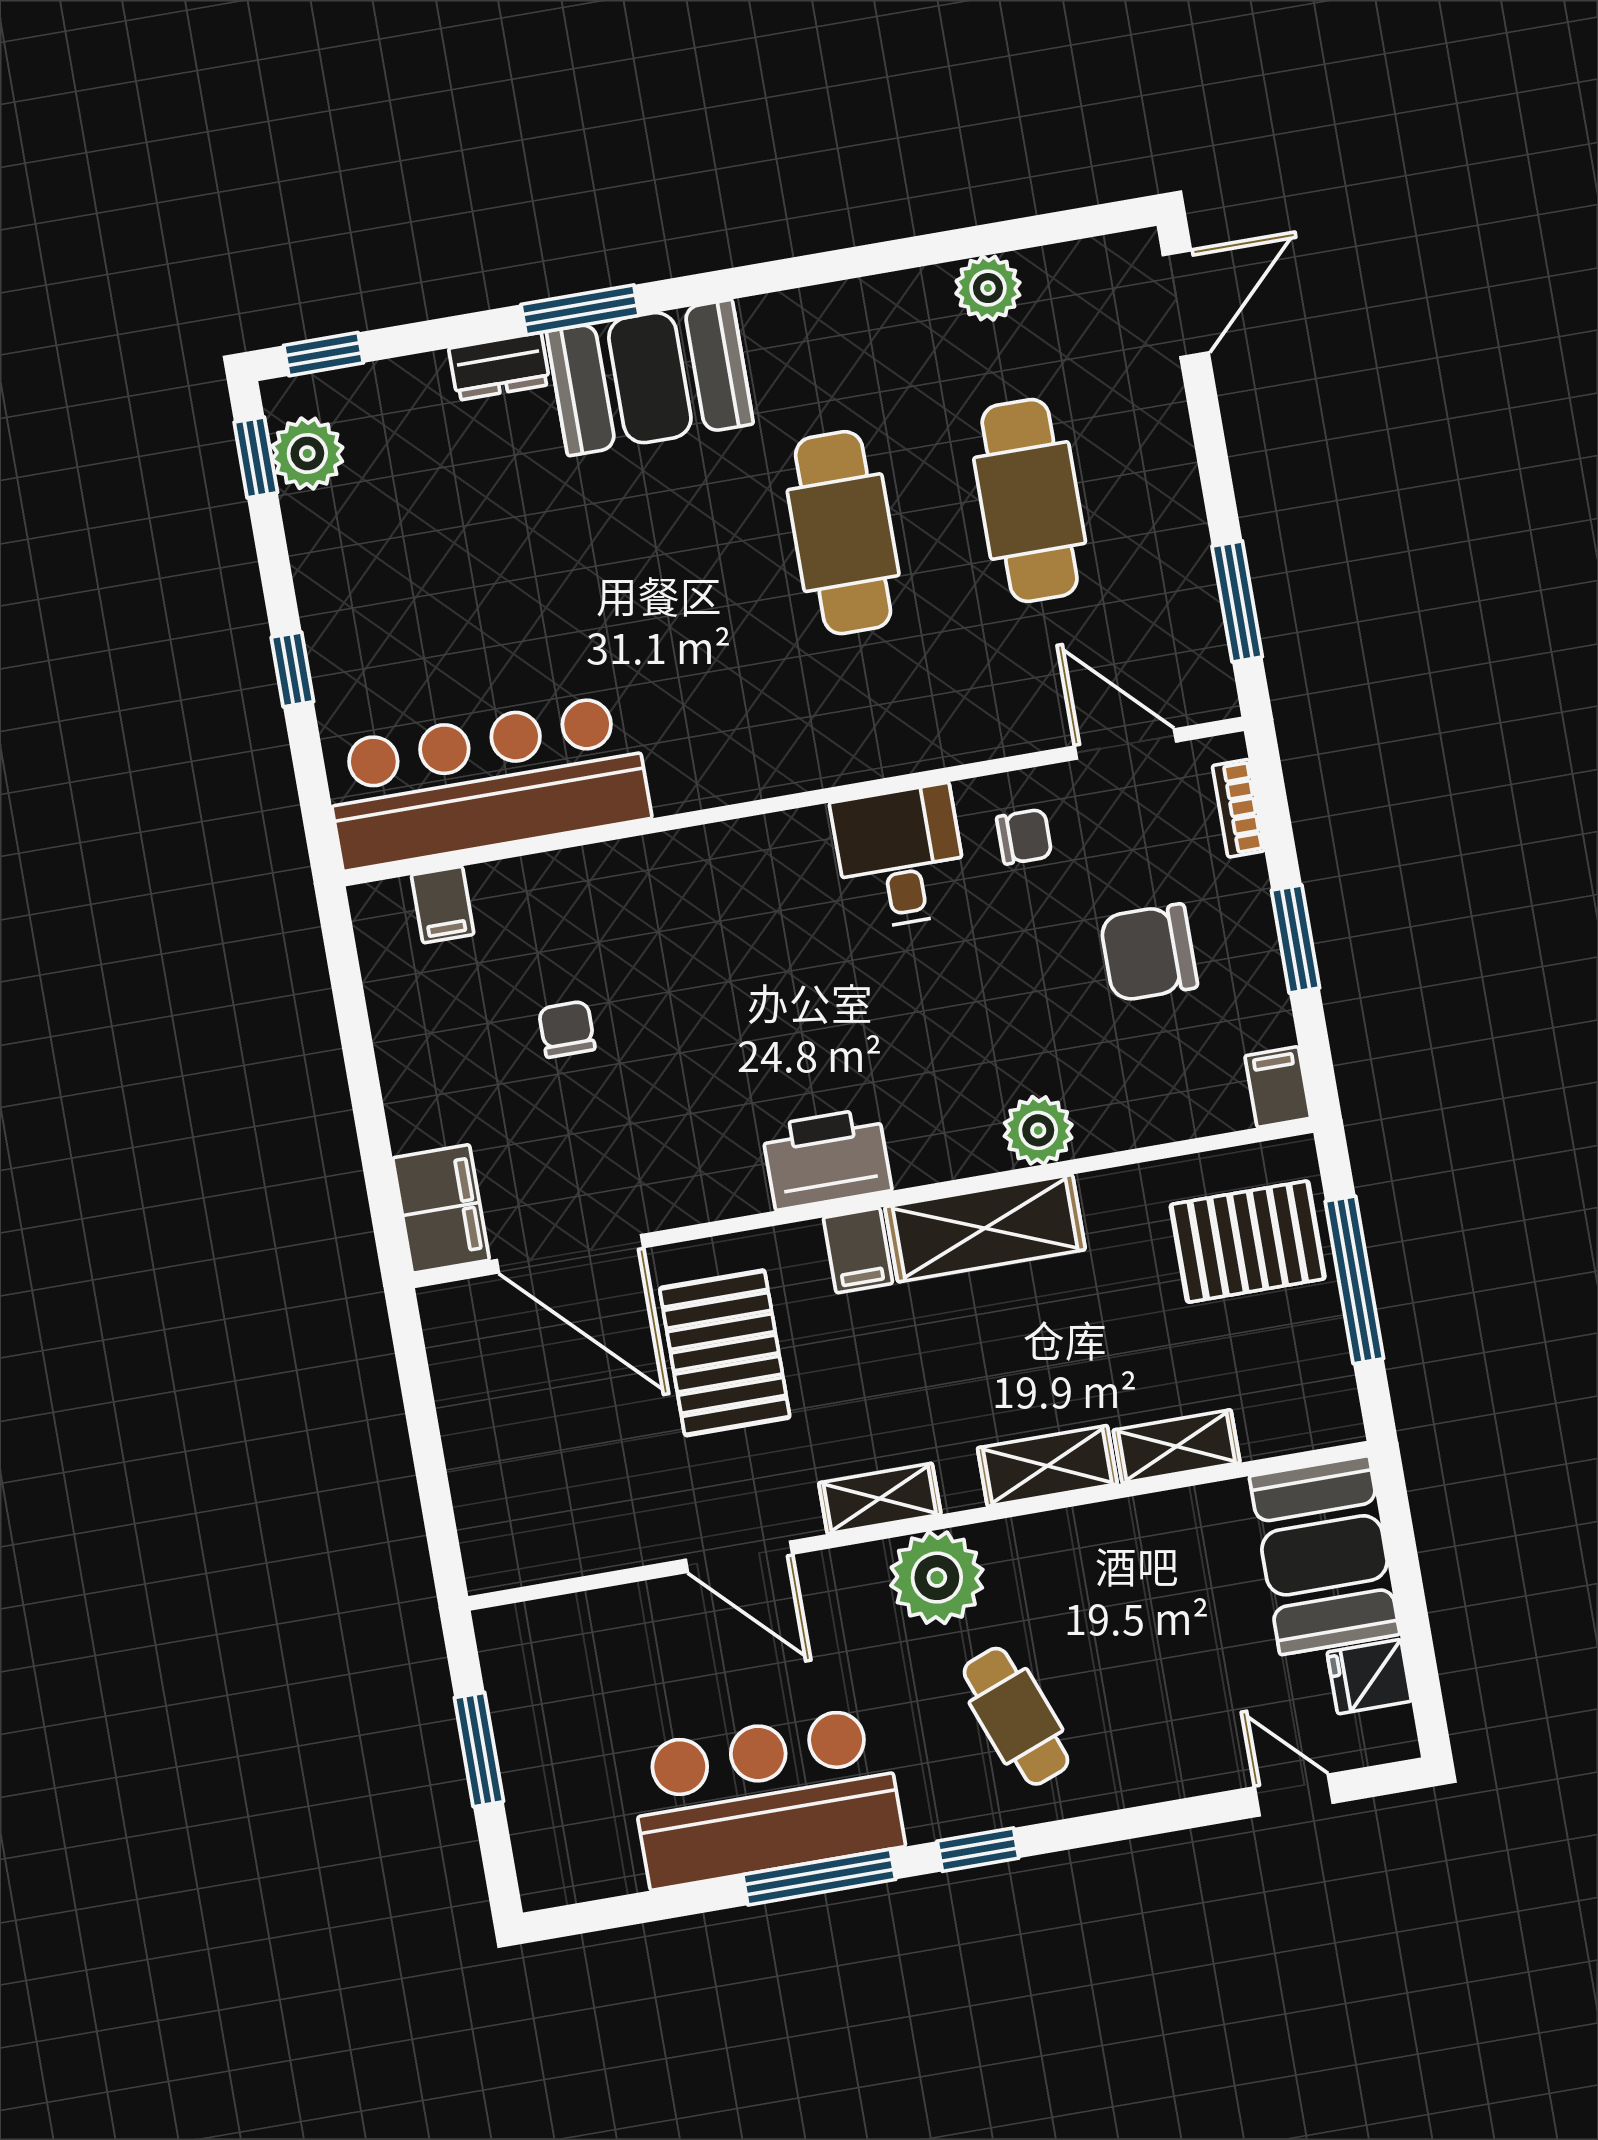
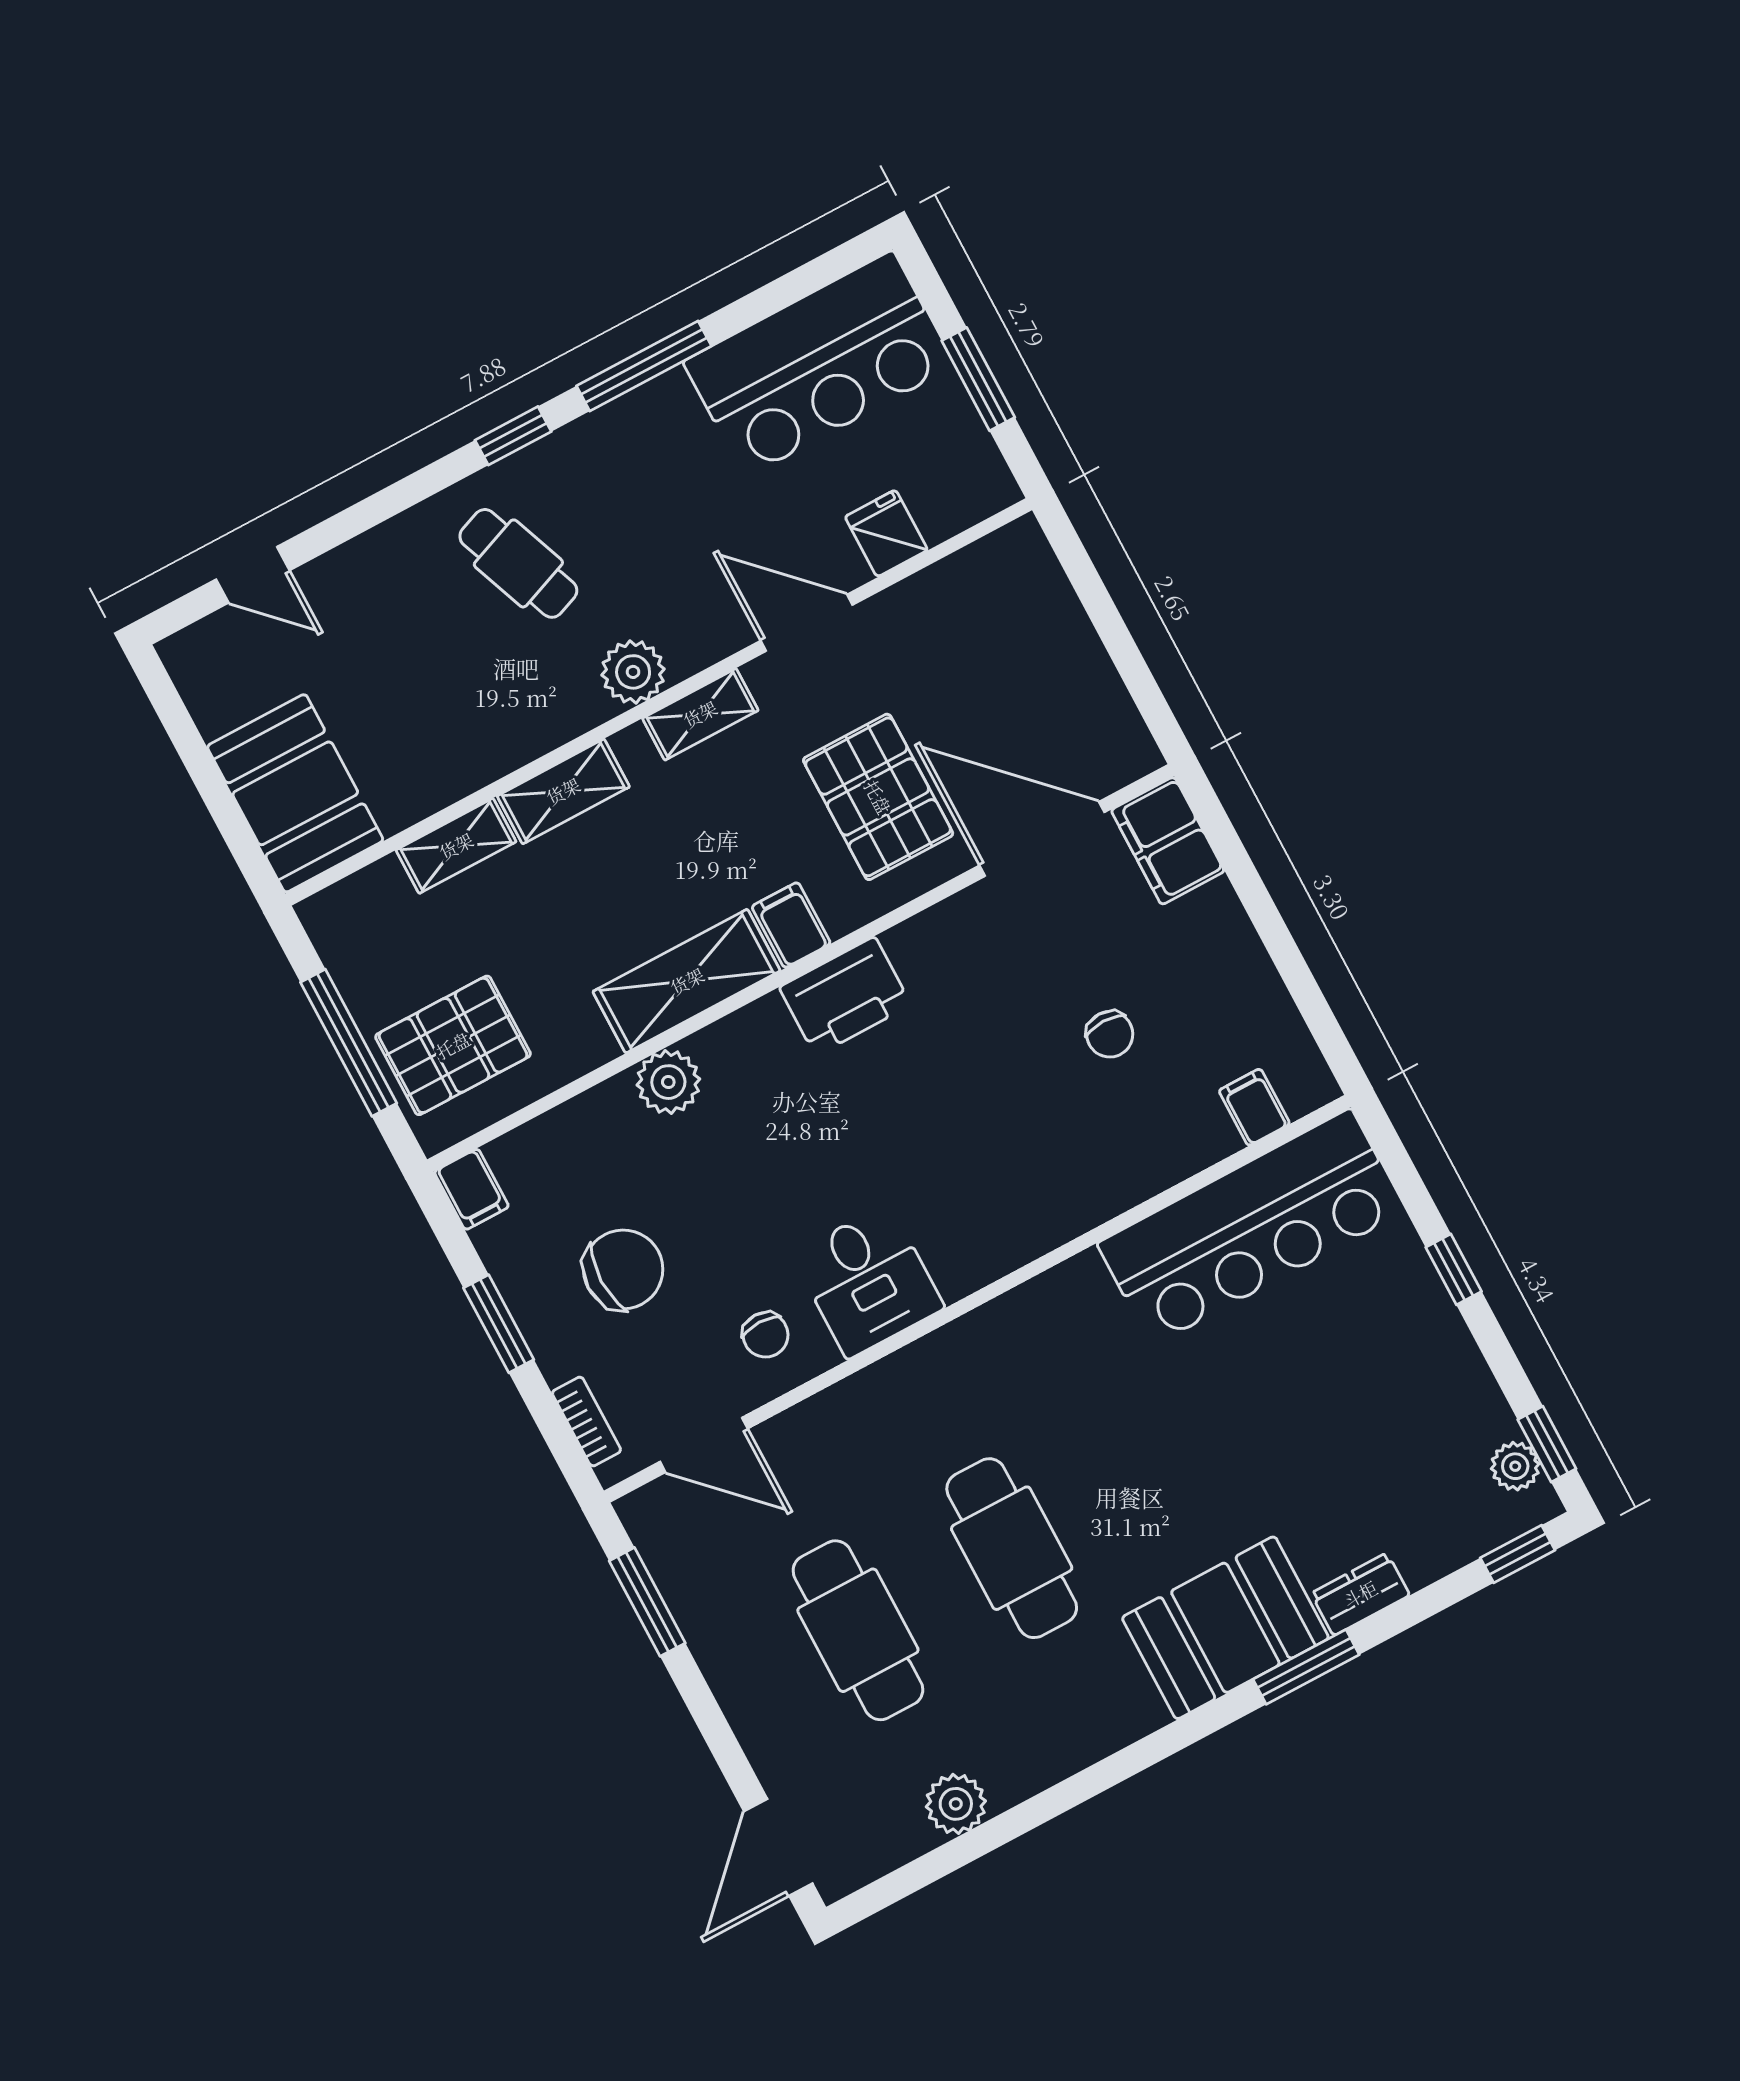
plant: (307, 453) -> (1515, 1466), width x0.73, depth x0.73
chair: (1024, 837) -> (765, 1335), turned -90
plant: (937, 1578) -> (633, 672), width x0.73, depth x0.73
fridge: (1369, 1677) -> (886, 533), moved, turned -90
bar counter: (766, 1797) -> (819, 364), moved

